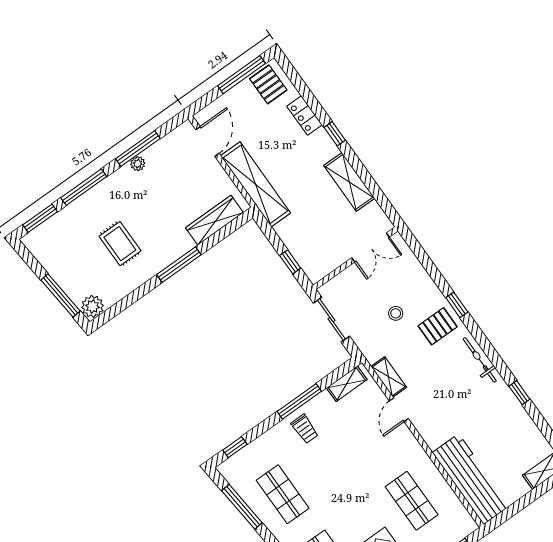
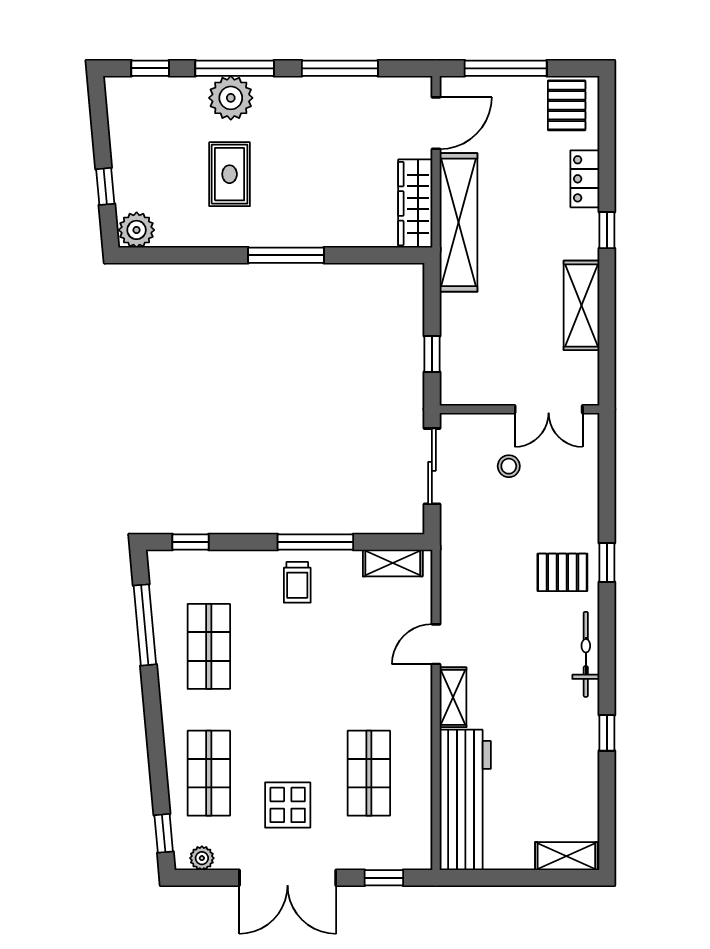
window: (242, 75) -> (506, 68), moved
plant: (138, 164) -> (231, 98), moved, width x1.88, depth x1.88
window: (40, 218) -> (150, 68), width x0.67
wardrobe: (214, 220) -> (415, 204), moved, turned -90
window: (61, 296) -> (105, 186), width x0.46
stool: (396, 313) -> (509, 466), moved
shelving: (389, 377) -> (453, 697), moved

